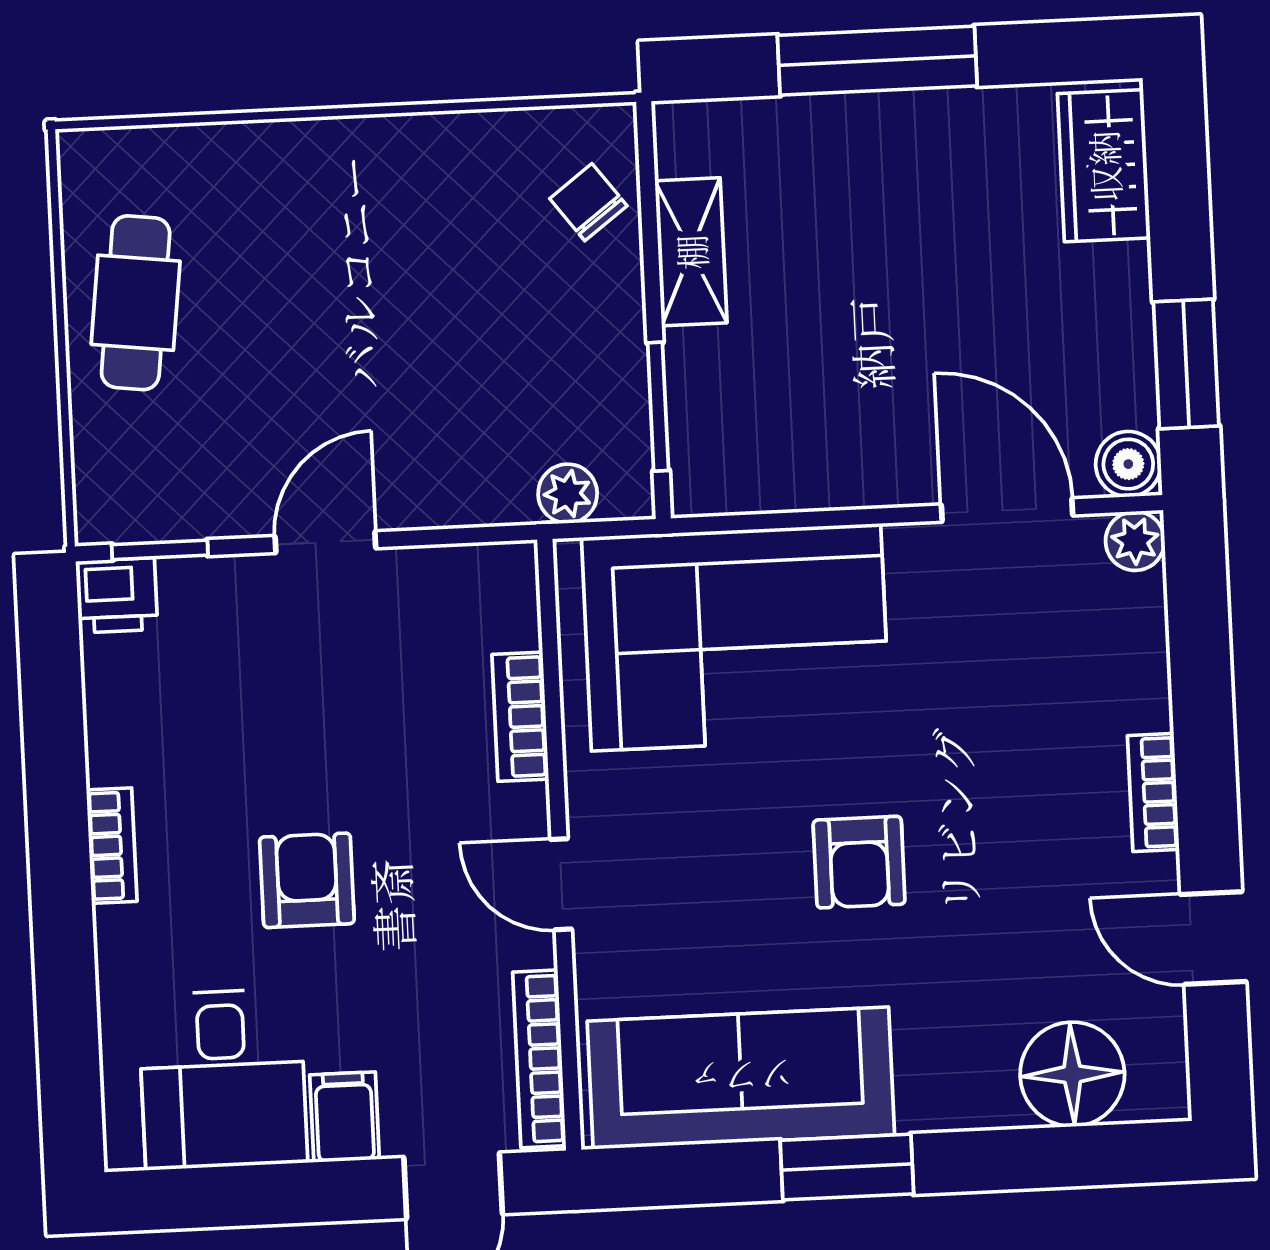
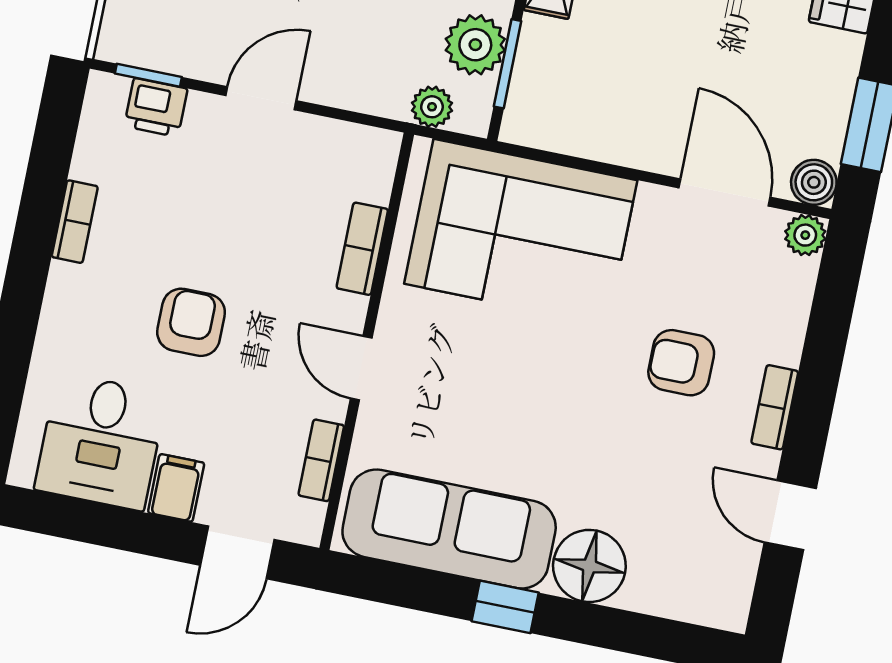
plant: (606, 391) -> (475, 45), added
printer: (117, 595) -> (156, 107), moved
bookcase: (112, 846) -> (75, 222), moved
armchair: (859, 862) -> (681, 363), moved, turned 90
bookcase: (539, 1059) -> (321, 460), width x0.64
floor lamp: (1072, 1074) -> (589, 566), moved
window: (847, 1167) -> (505, 607), width x0.67

